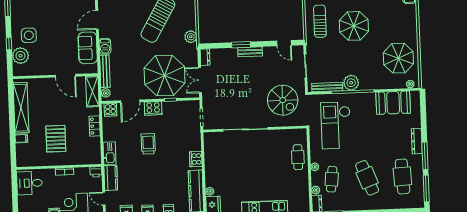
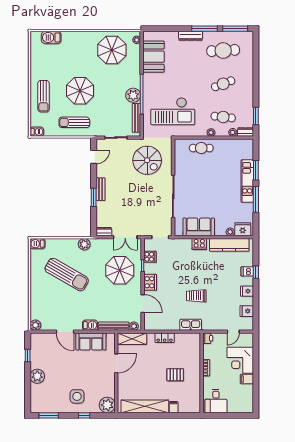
plant: (20, 56) -> (107, 405), moved
parasol: (165, 76) -> (120, 270), width x0.73, depth x0.73
spiral stairs: (283, 100) -> (147, 160), turned 90
cooker: (110, 110) -> (150, 257), moved
pallet: (56, 139) -> (175, 375), width x0.67, depth x0.71
trolley: (148, 144) -> (196, 296), moved
sofa: (214, 158) -> (199, 227), added
kitchen counter: (111, 178) -> (214, 325), removed
cafe table: (367, 178) -> (223, 84), width x0.73, depth x0.74

